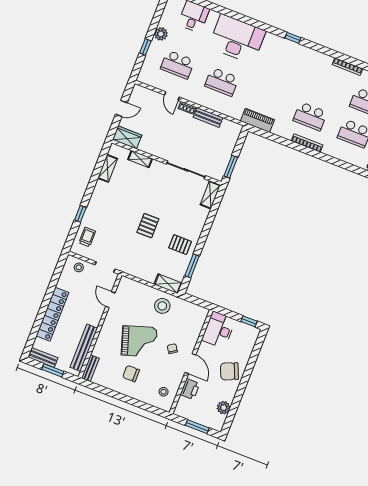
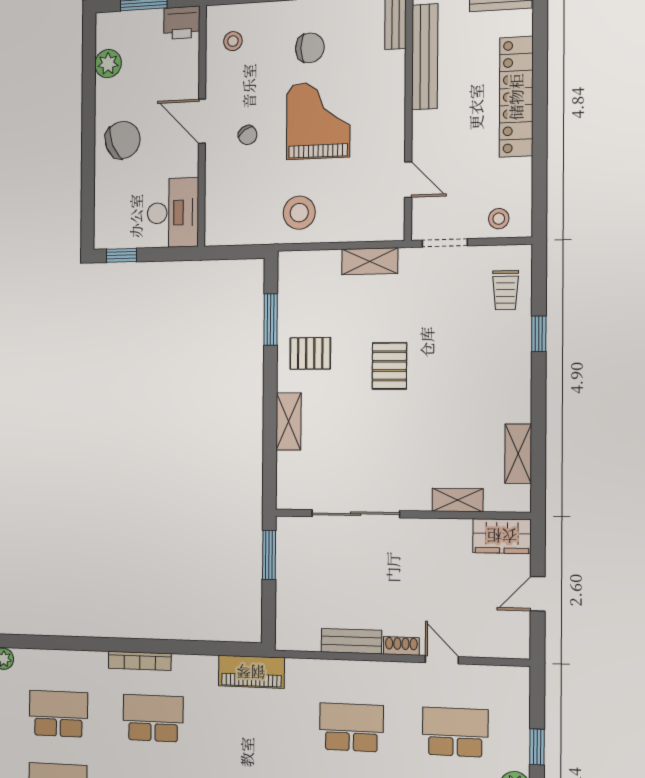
shelving: (210, 195) -> (289, 421), moved
shelving: (168, 284) -> (370, 261), moved
grand piano: (139, 341) -> (318, 120), turned 108
printer: (190, 389) -> (182, 23), moved, turned -90

